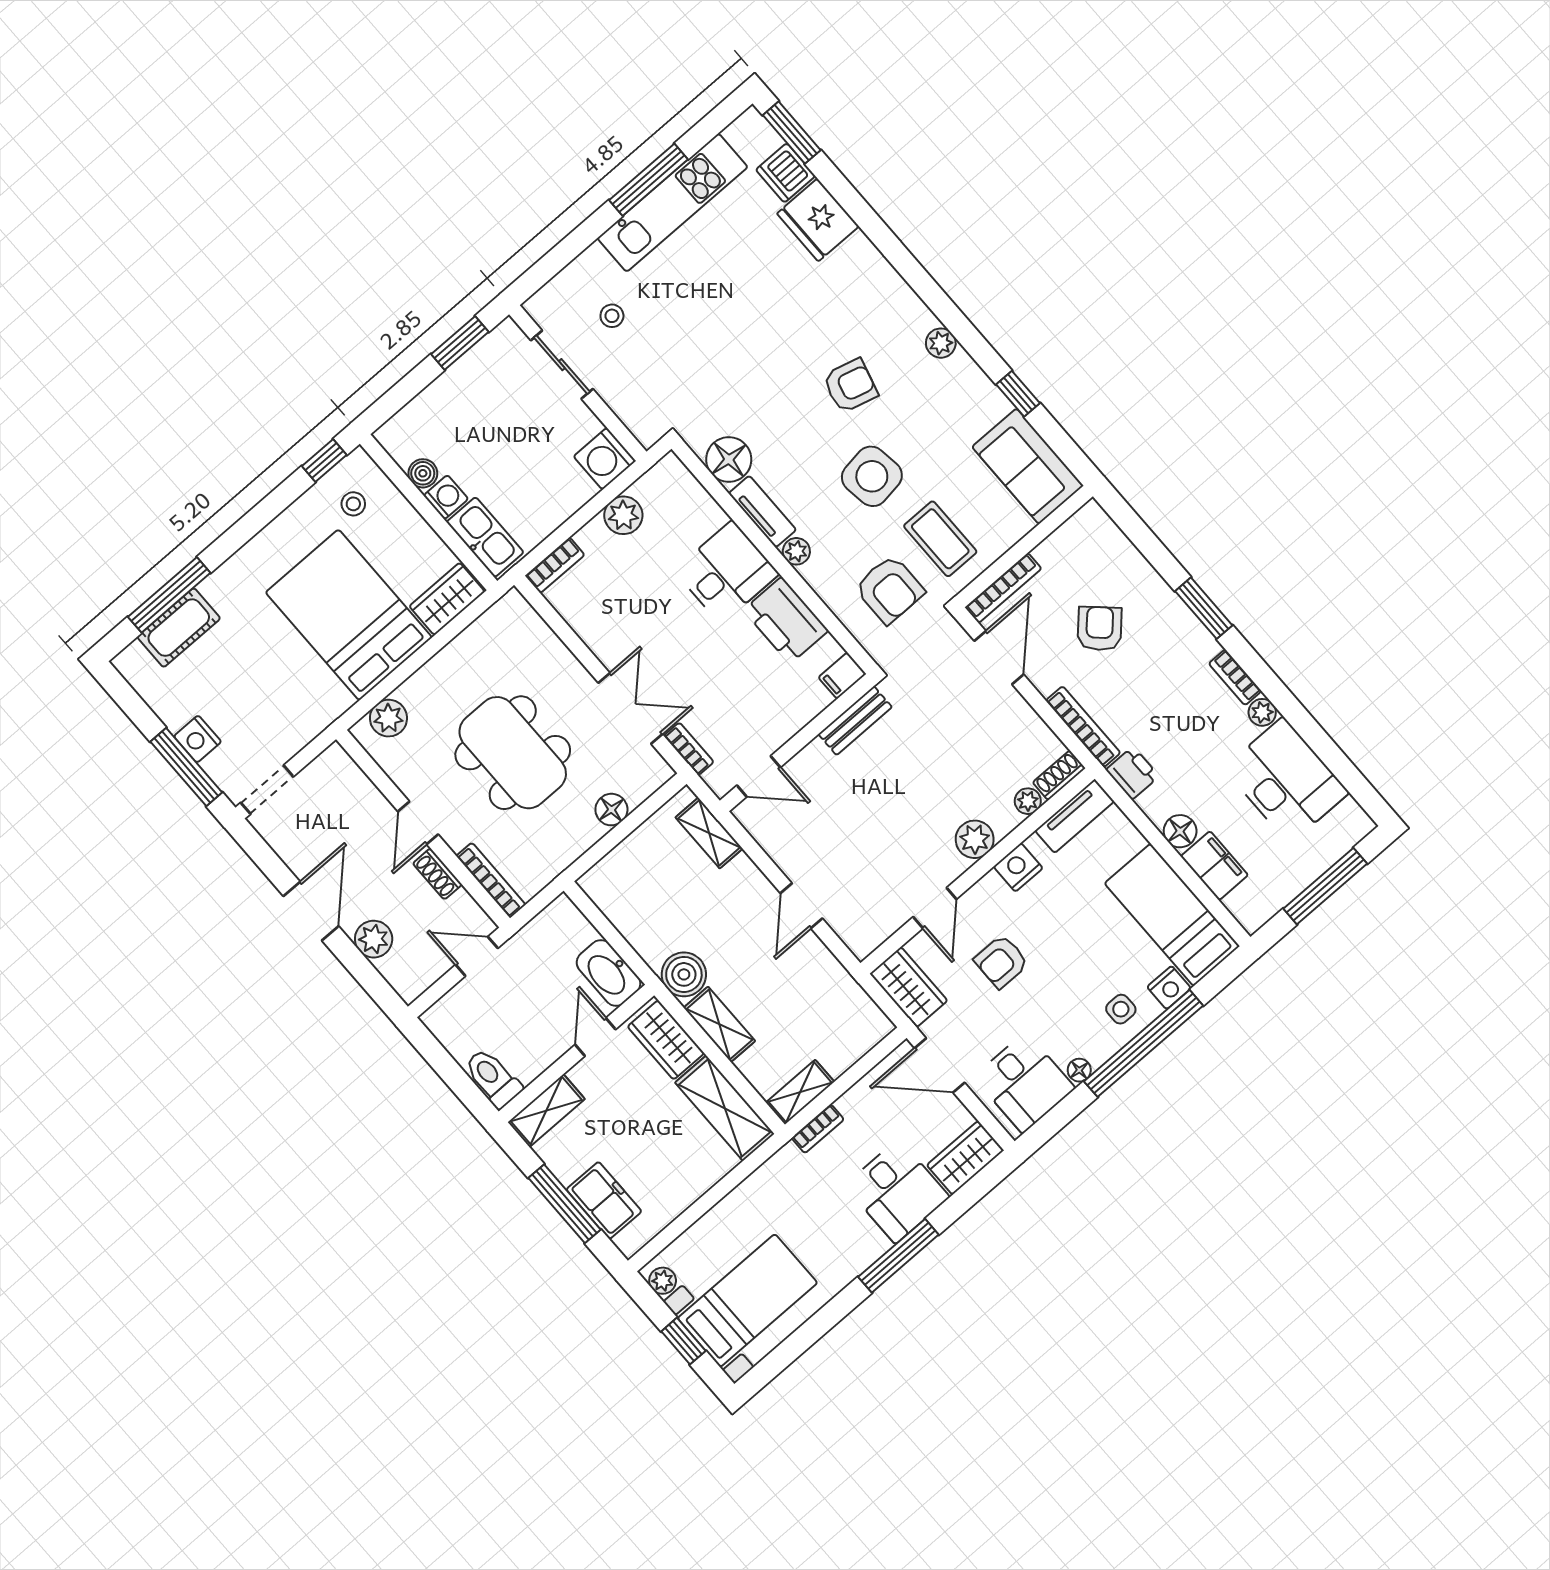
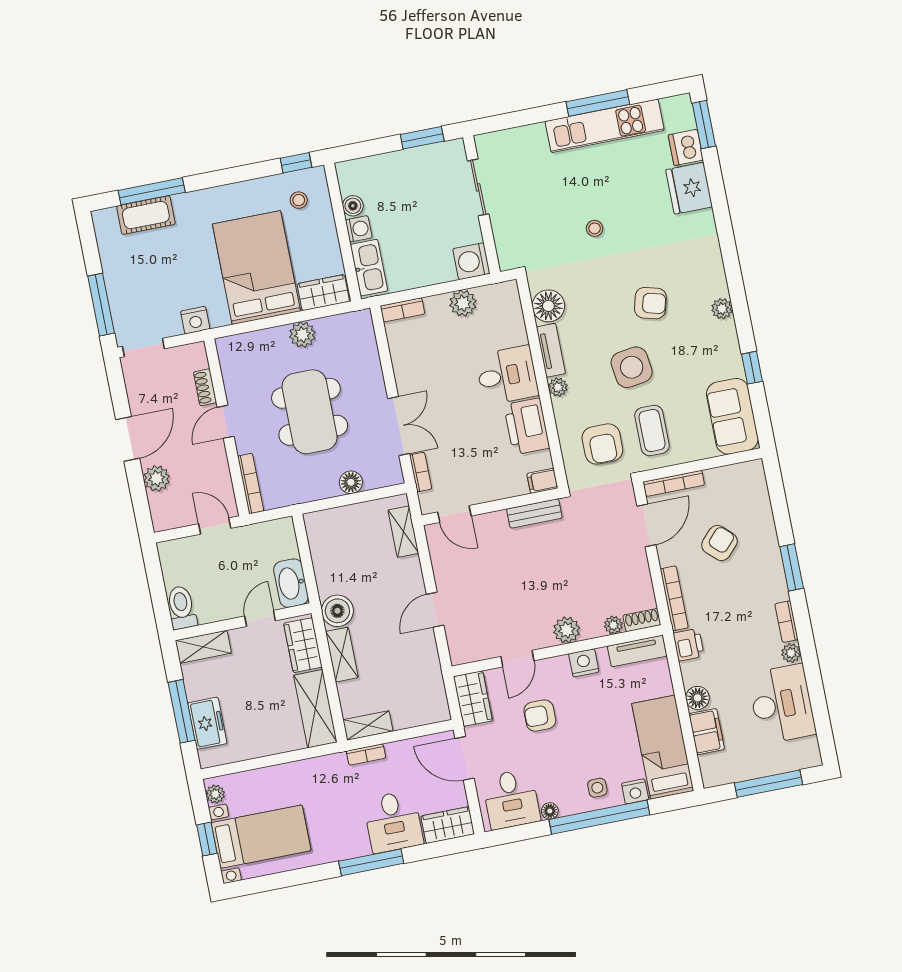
stool: (612, 316) -> (595, 228), moved
plant: (388, 718) -> (302, 335), moved
nightstand: (198, 739) -> (195, 320), moved, turned -90
shoe rack: (437, 874) -> (205, 387), moved

